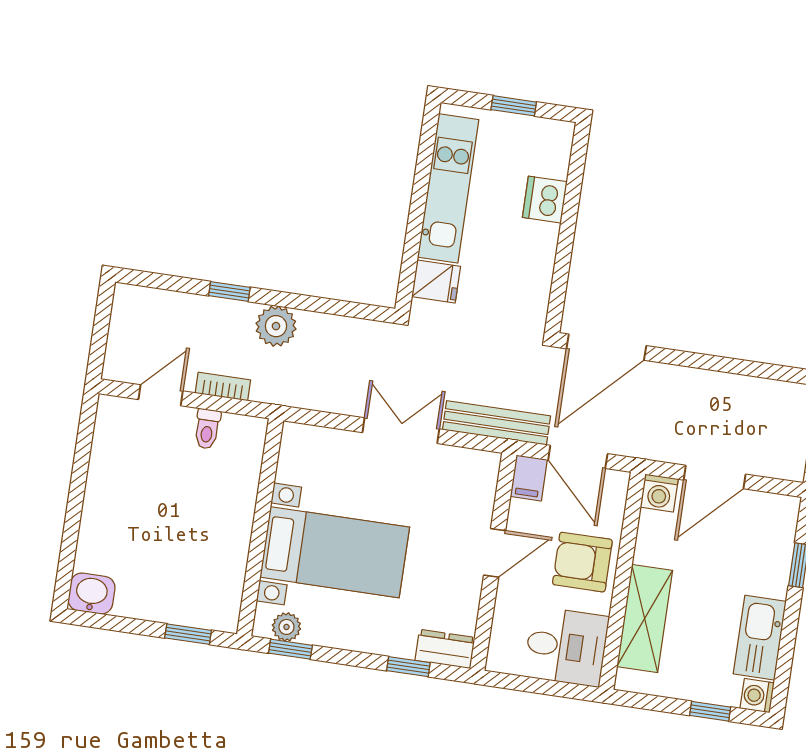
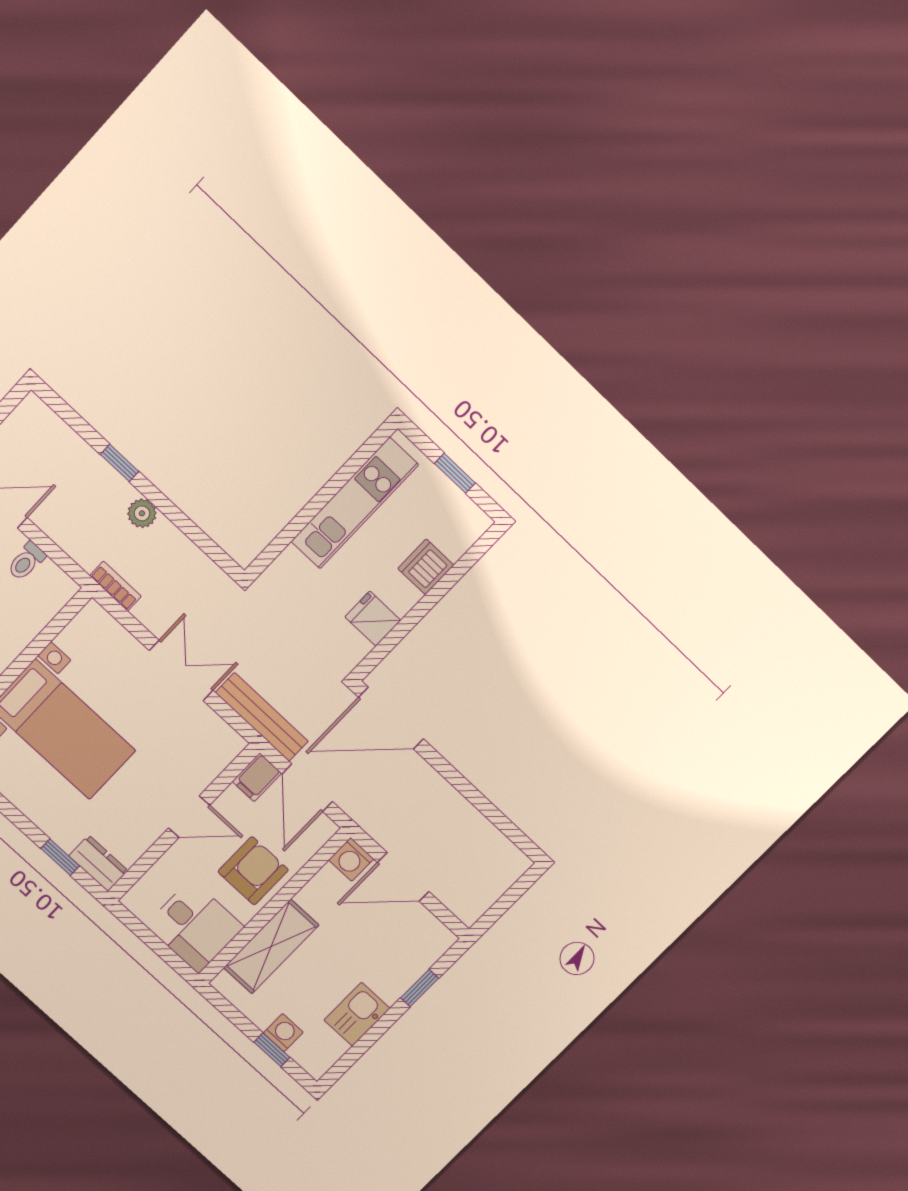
fridge: (436, 282) -> (373, 619), moved, turned 180
plant: (276, 326) -> (142, 513), width x0.73, depth x0.73
bookcase: (223, 387) -> (115, 586), moved
armchair: (582, 562) -> (253, 871), turned 90
kitchen sink: (760, 638) -> (357, 1014), width x0.73
washing machine: (757, 696) -> (283, 1033), moved, turned 90

